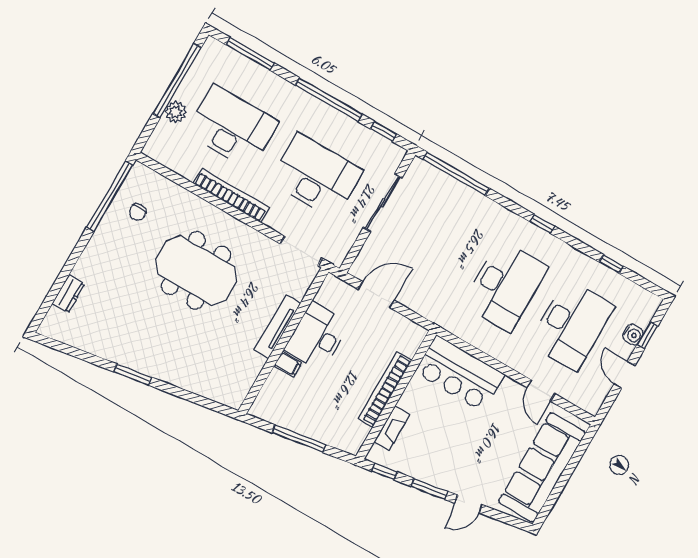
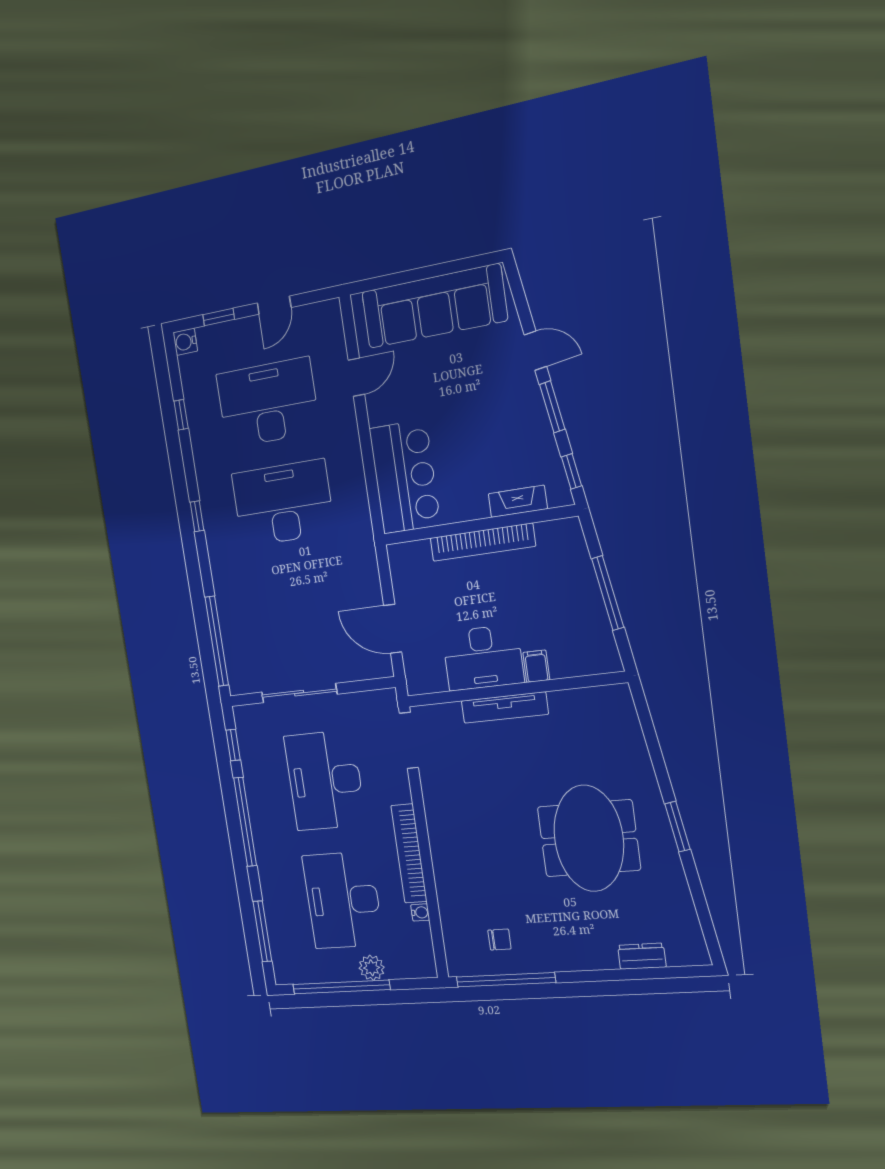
water cooler: (189, 173) -> (420, 912), added
meeting table: (196, 270) -> (589, 838), moved
water cooler: (633, 335) -> (185, 342), moved, turned -90

